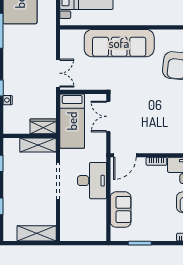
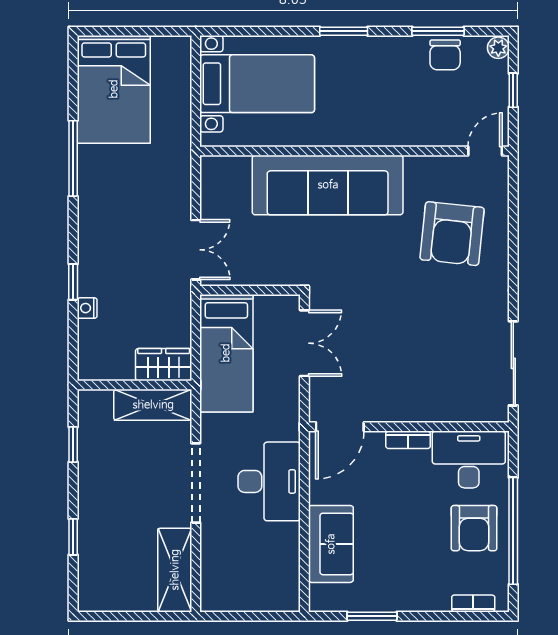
double door: (108, 116) -> (304, 343), swing flipped
shelving: (37, 233) -> (175, 570), moved, turned 90

